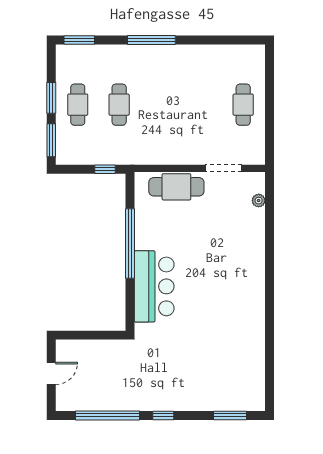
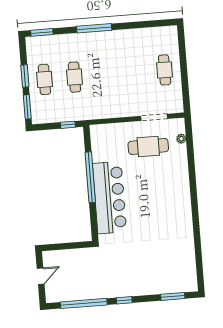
cafe table: (176, 187) -> (148, 147), moved
bar counter: (154, 286) -> (110, 198), width x1.36

